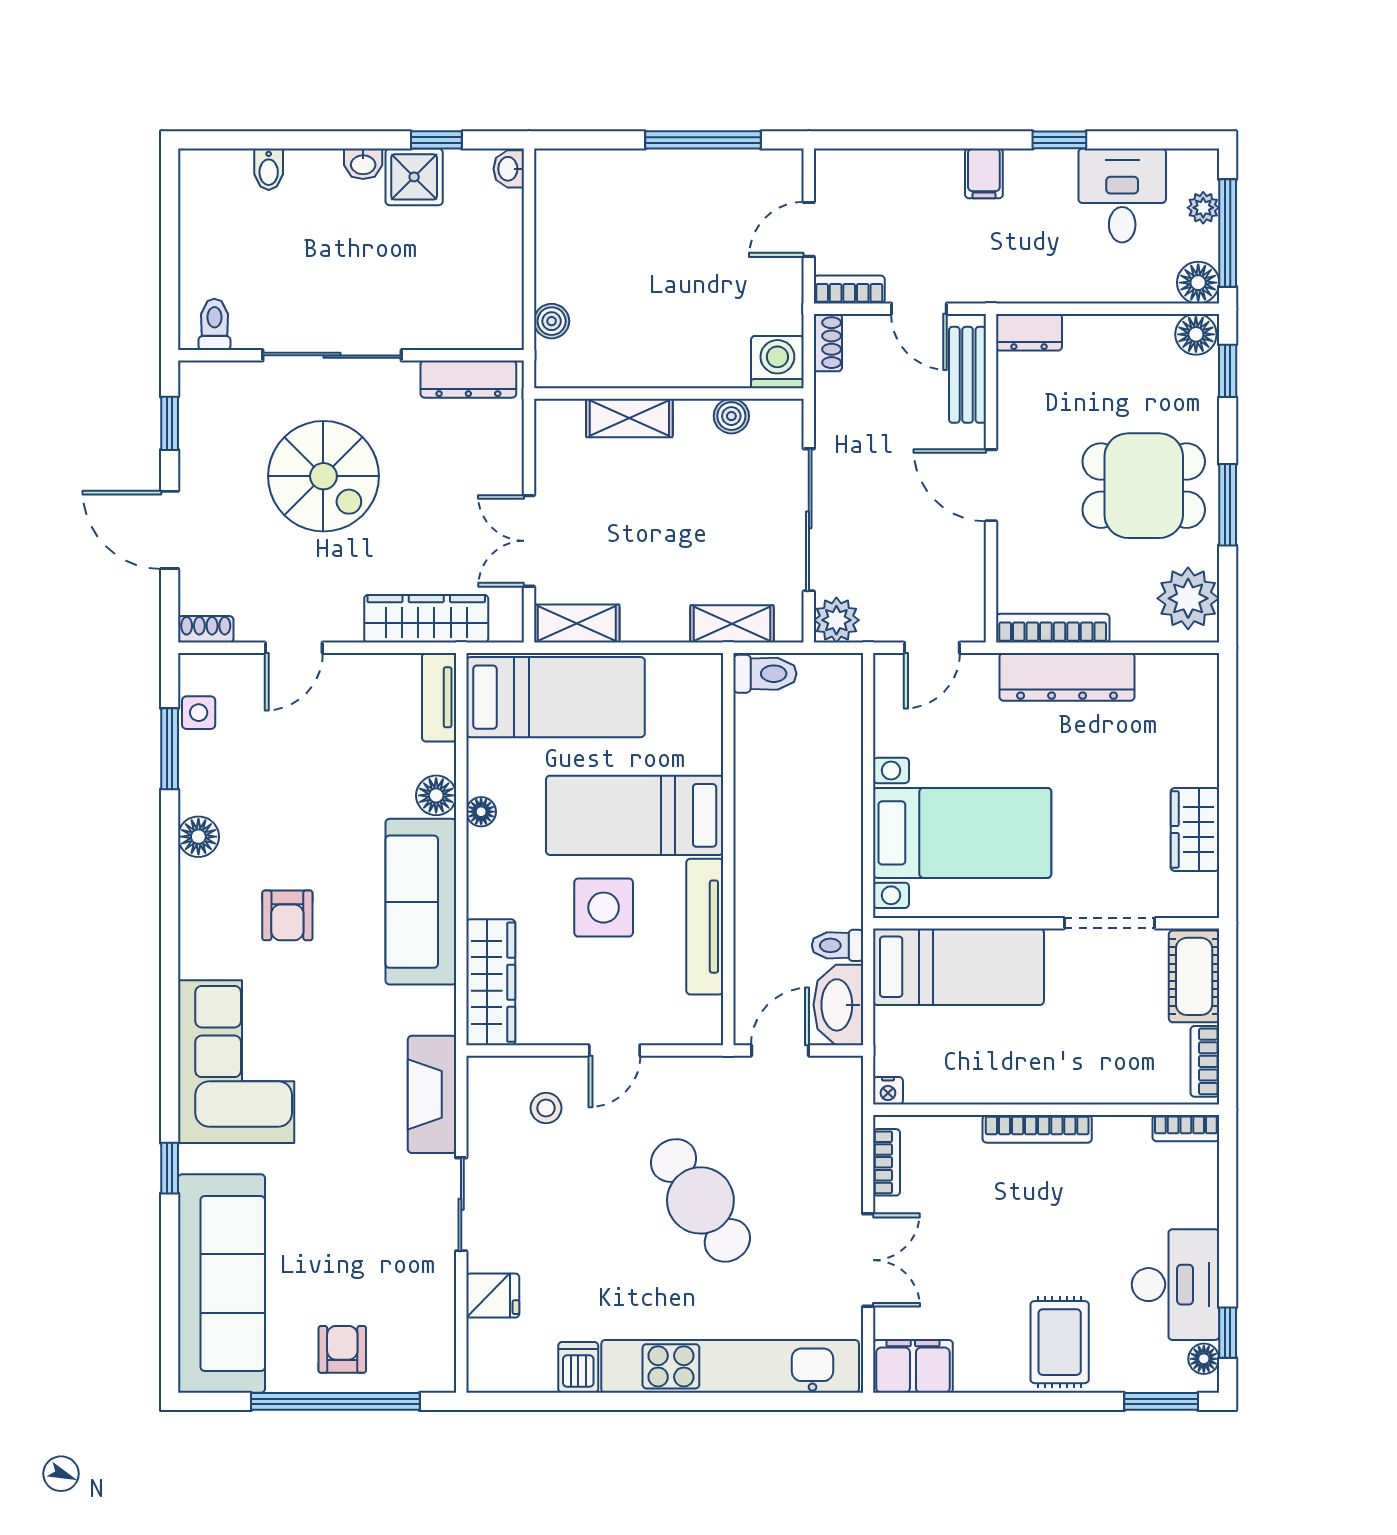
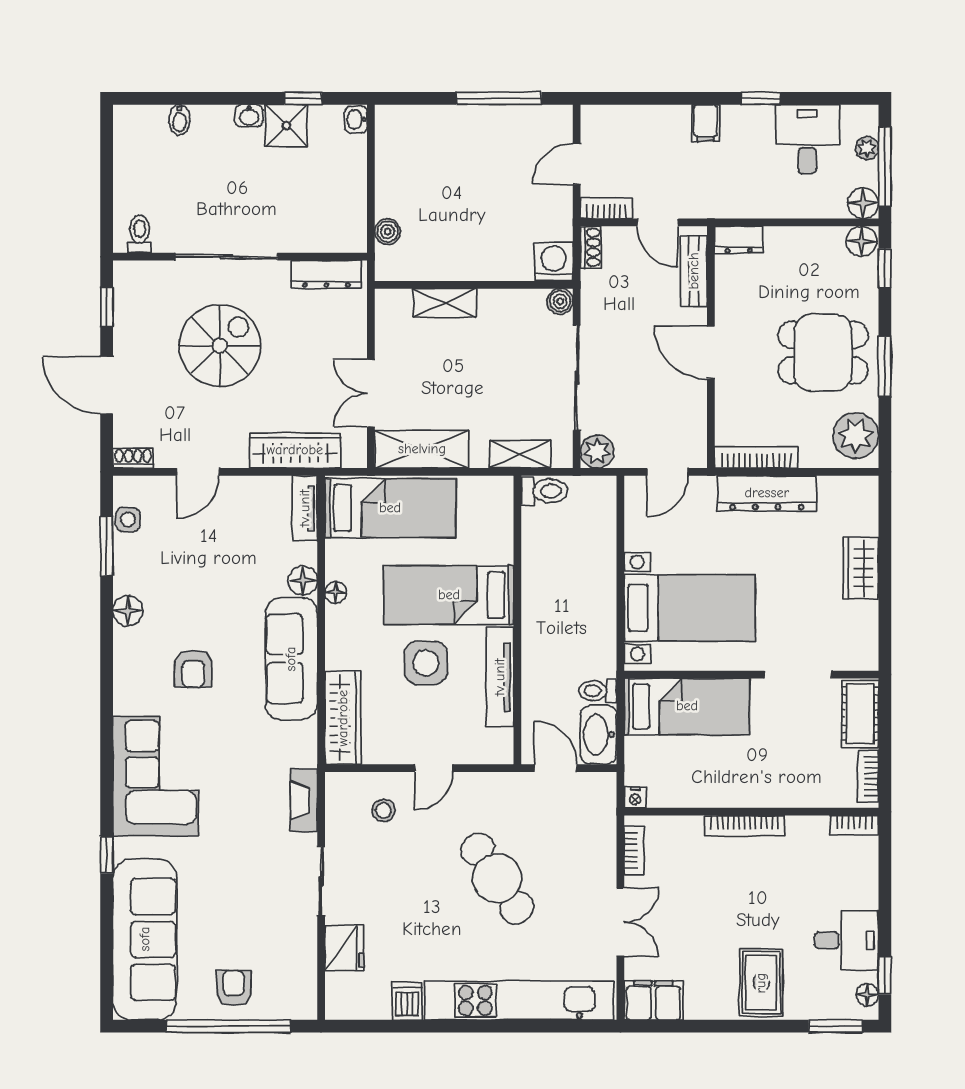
boiler: (731, 416) -> (560, 301), moved
spiral stairs: (323, 476) -> (220, 346), turned -90
shelving: (577, 623) -> (422, 449), width x1.50, depth x1.33
wardrobe: (1195, 829) -> (861, 568), moved
door: (780, 1050) -> (556, 768), hinge flipped
fireplace: (432, 1094) -> (304, 800), width x0.73, depth x0.76
desk: (1175, 1285) -> (846, 940), width x0.73
fridge: (493, 1296) -> (344, 948), width x1.38

